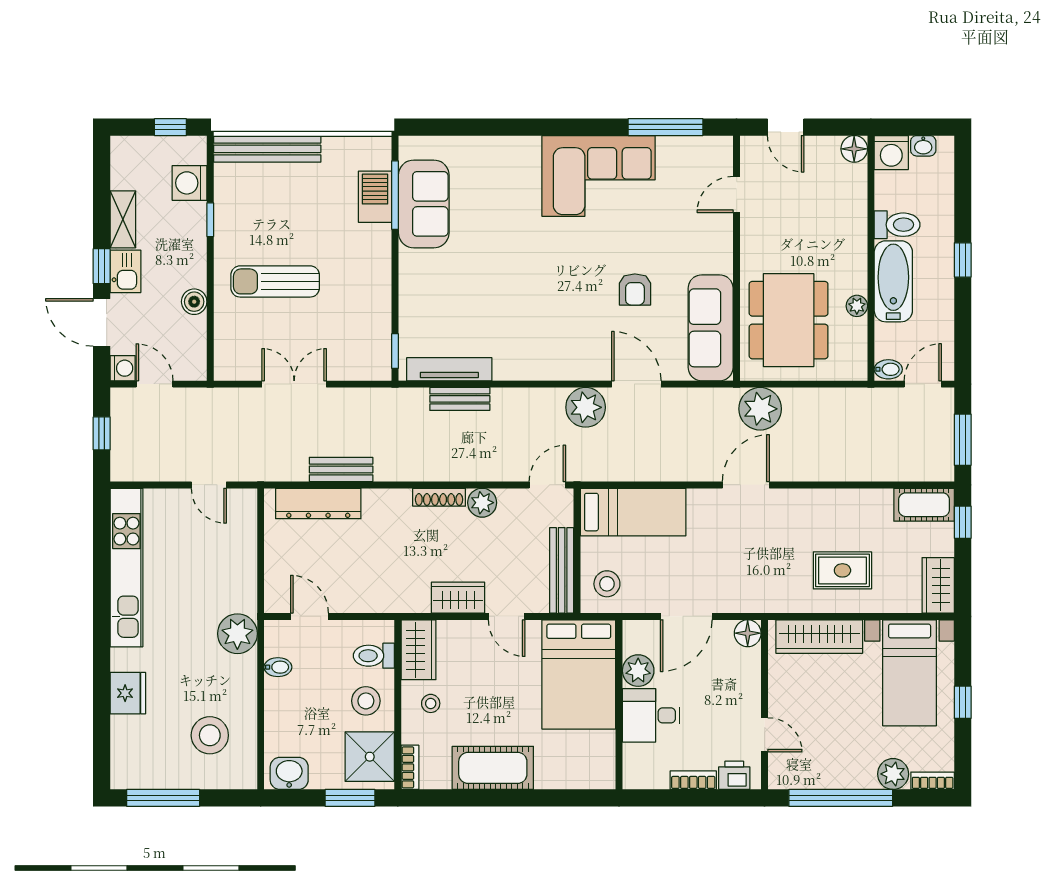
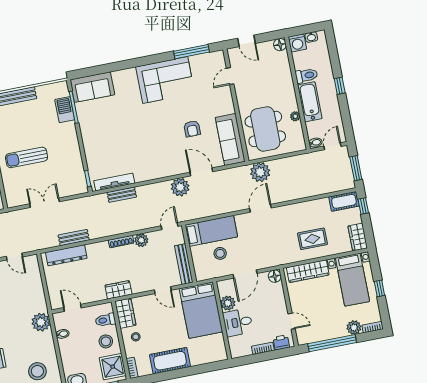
sofa: (424, 204) -> (92, 87), moved, turned 90
stool: (607, 584) -> (220, 253), moved
wardrobe: (458, 598) -> (118, 290), moved

